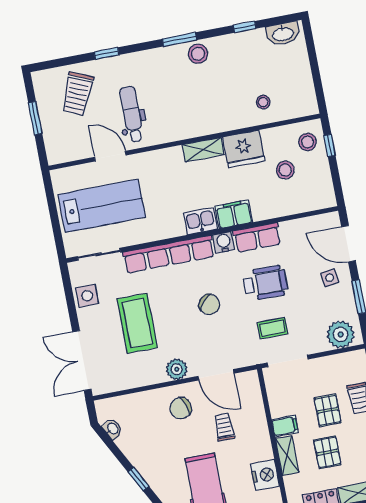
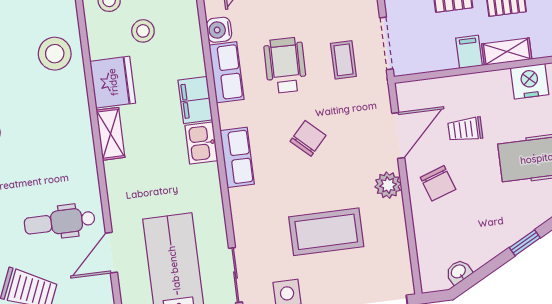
stool: (263, 102) -> (55, 54), width x1.89, depth x1.89
water cooler: (224, 242) -> (219, 30), moved
row of seats: (169, 254) -> (237, 157), width x0.50

